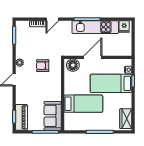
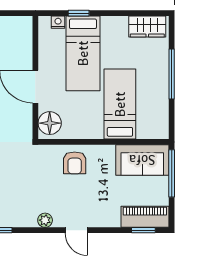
armchair: (43, 66) -> (75, 163), moved

